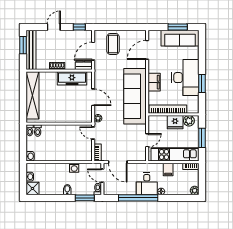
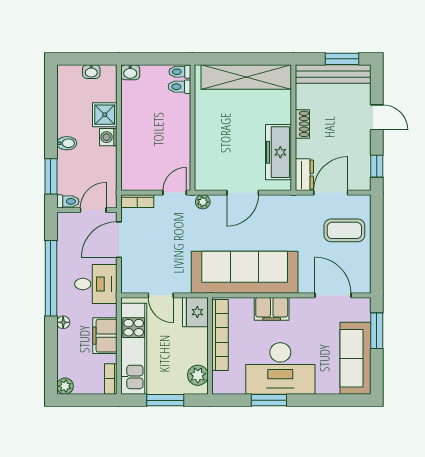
window: (178, 27) -> (377, 331), moved
door: (93, 51) -> (331, 193), hinge flipped
fridge: (175, 122) -> (195, 312), moved
washing machine: (74, 168) -> (108, 137), moved
filing cabinet: (168, 170) -> (105, 336), width x2.00
desk: (147, 184) -> (96, 284), moved, turned 180
shower: (32, 188) -> (105, 115), moved

